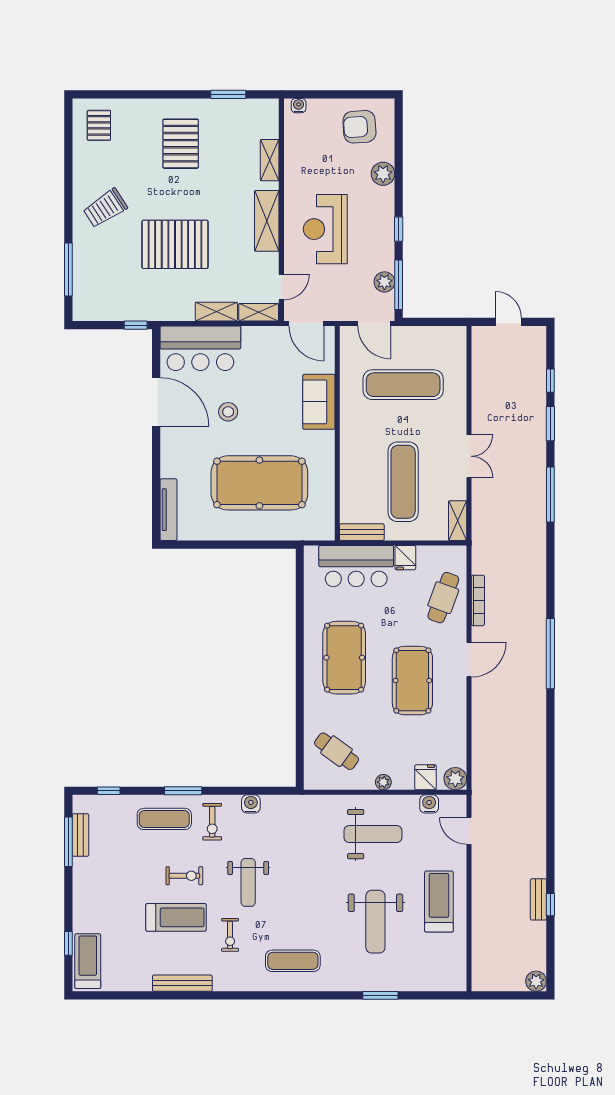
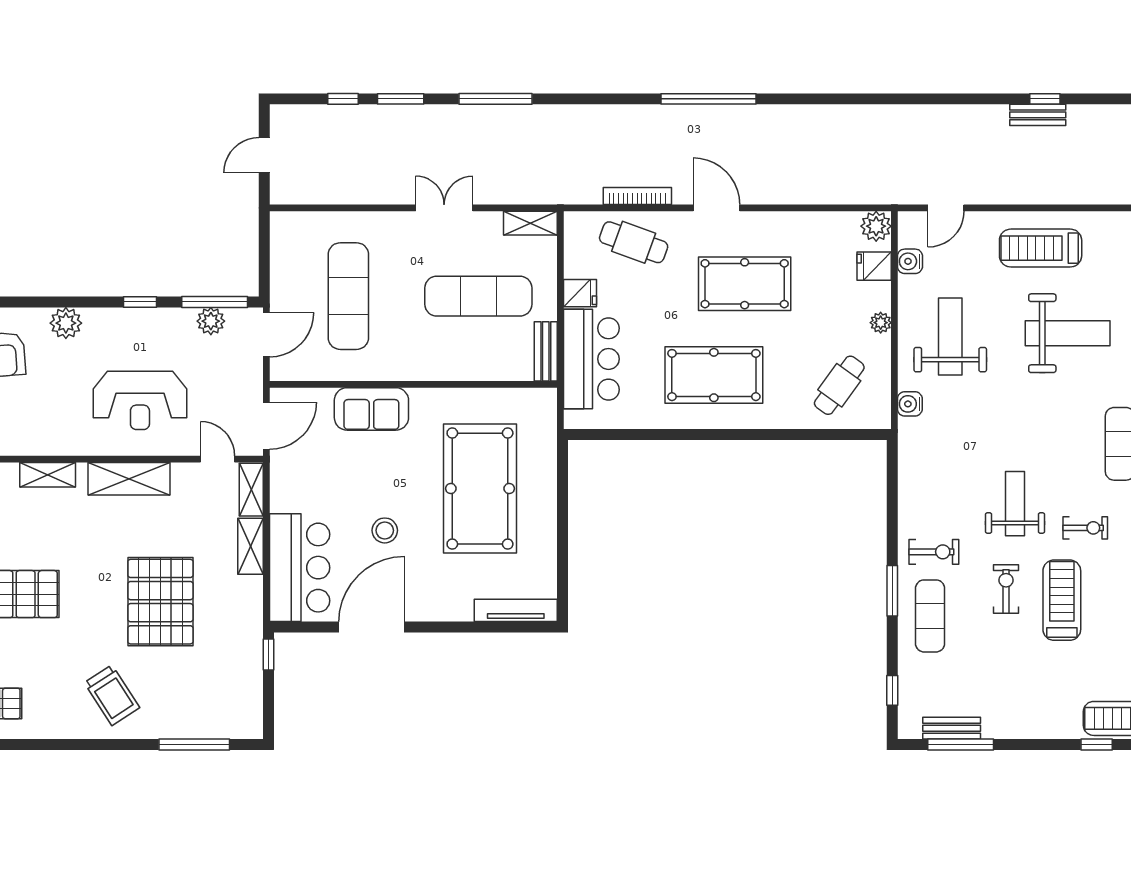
water cooler: (251, 804) -> (910, 404), moved
weight bench: (248, 882) -> (1015, 504), turned -90

